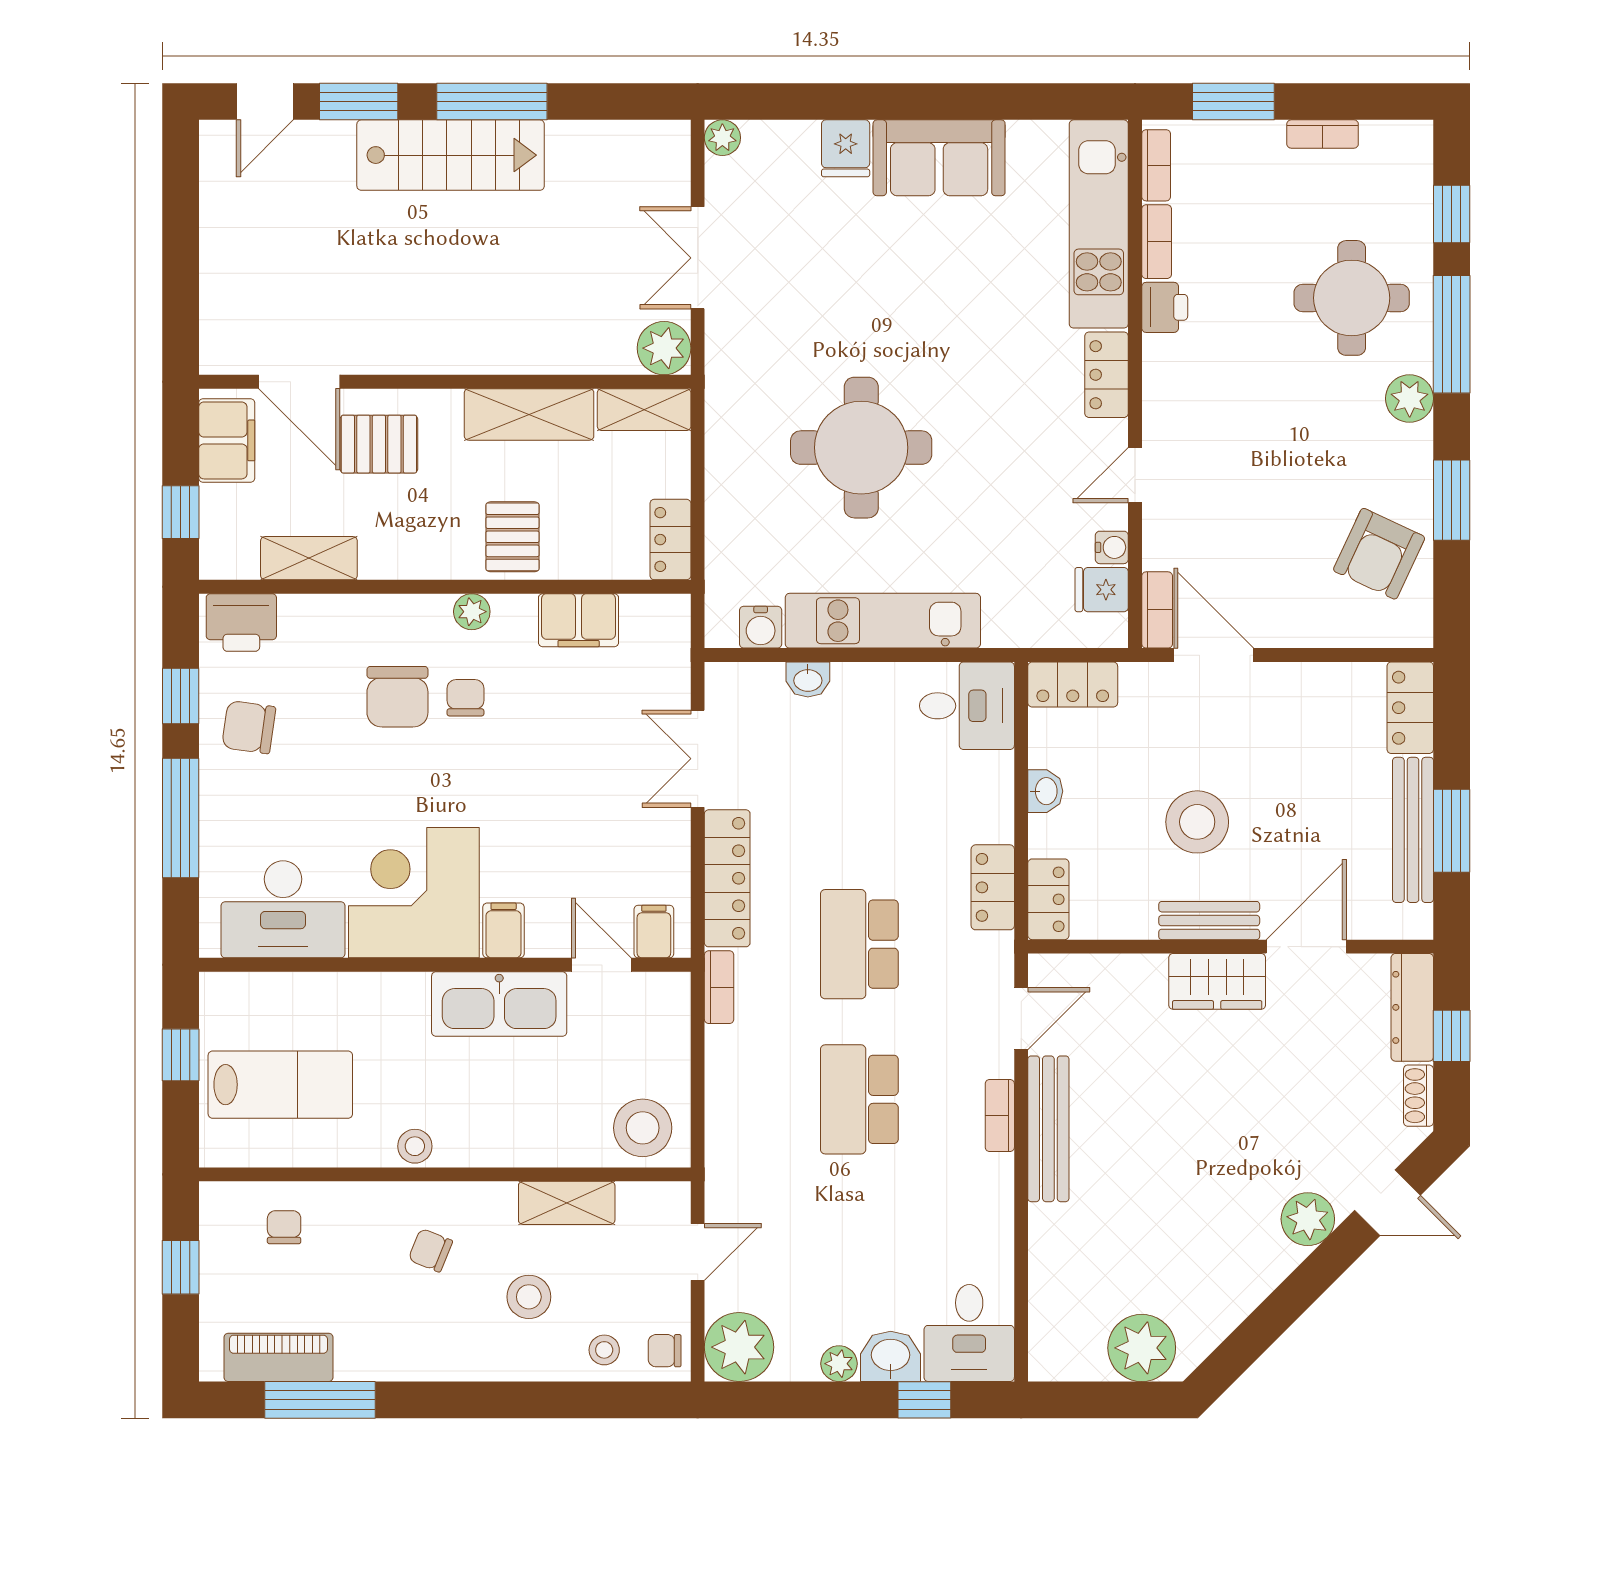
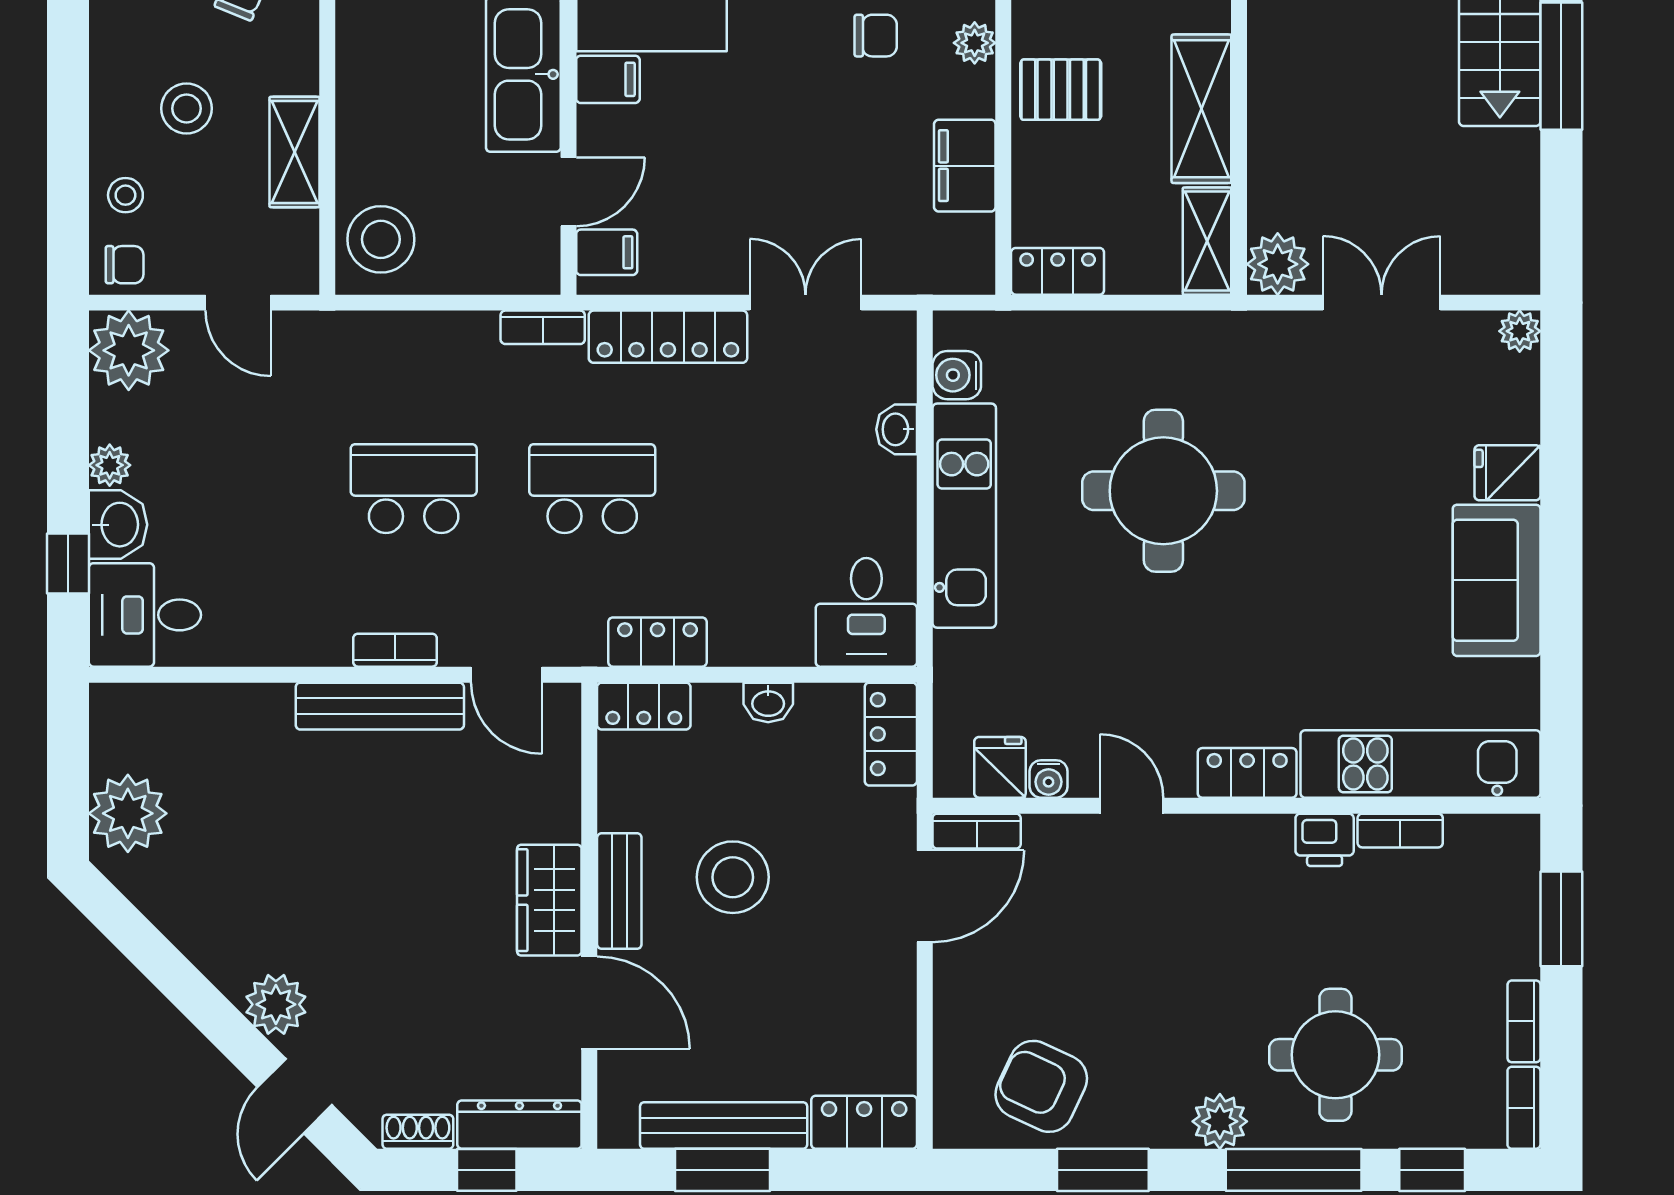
bookcase: (1156, 165) -> (1524, 1108), moved, turned 90
chair: (665, 1351) -> (125, 265), turned 90

